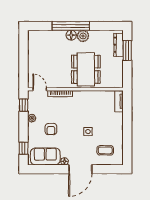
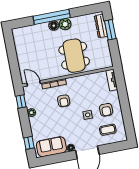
armchair: (51, 129) -> (64, 101), moved
armchair: (107, 130) -> (106, 110), added

